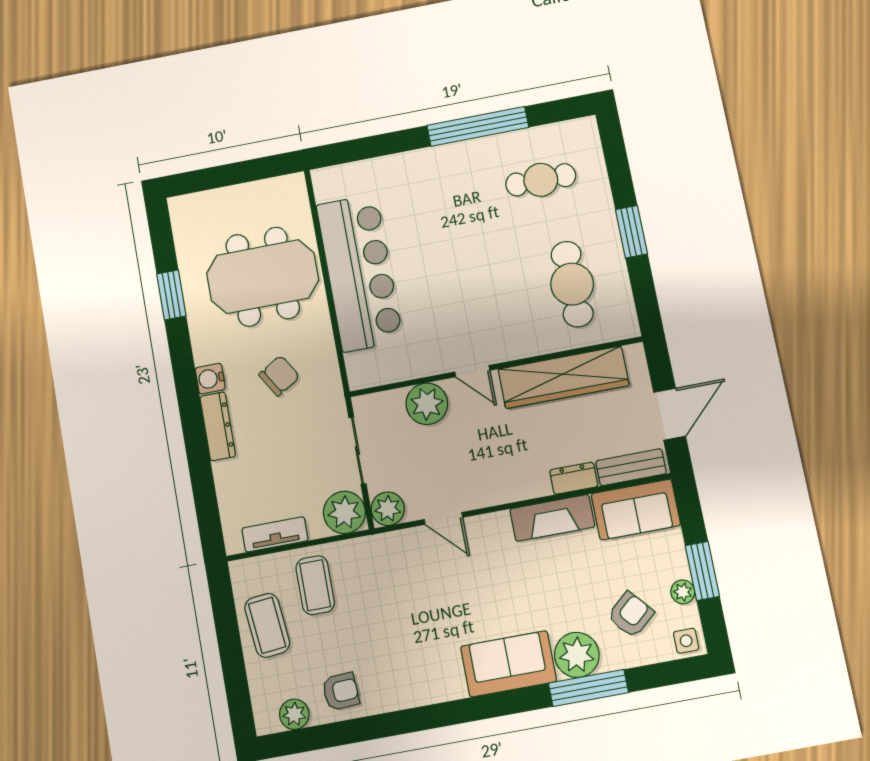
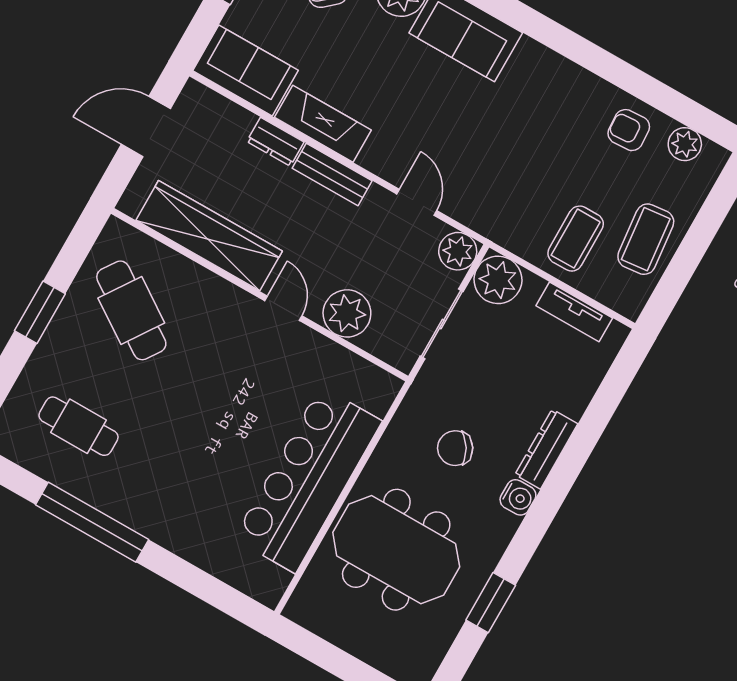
cafe table: (572, 284) -> (131, 310), turned -56
bench: (631, 467) -> (332, 174), moved

